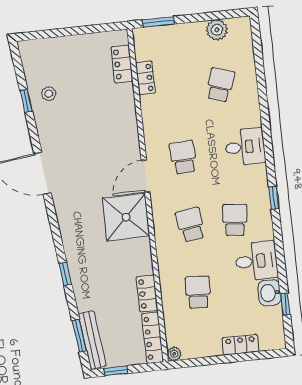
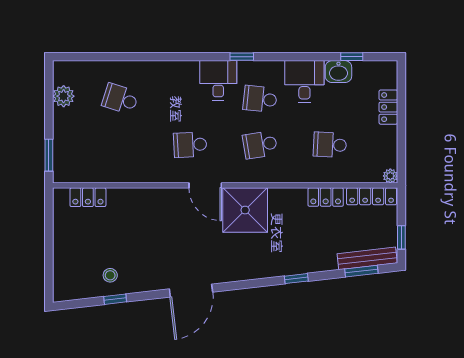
locker: (145, 78) -> (105, 175), removed
desk: (245, 147) -> (218, 80), moved

